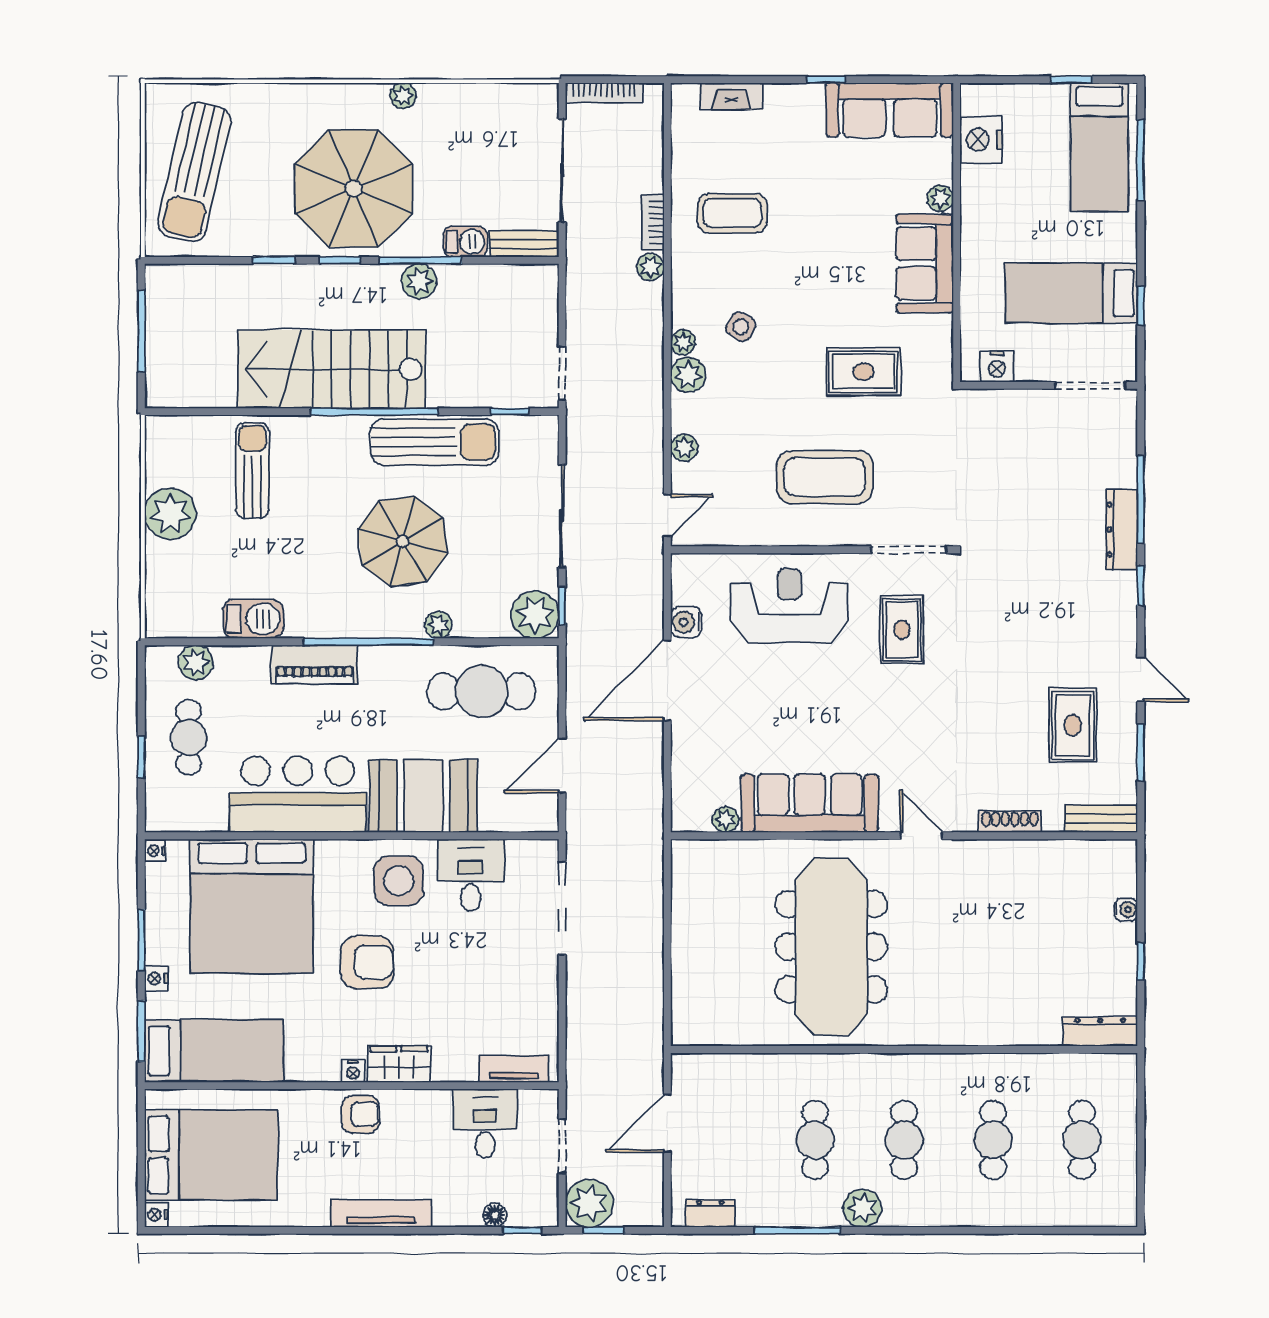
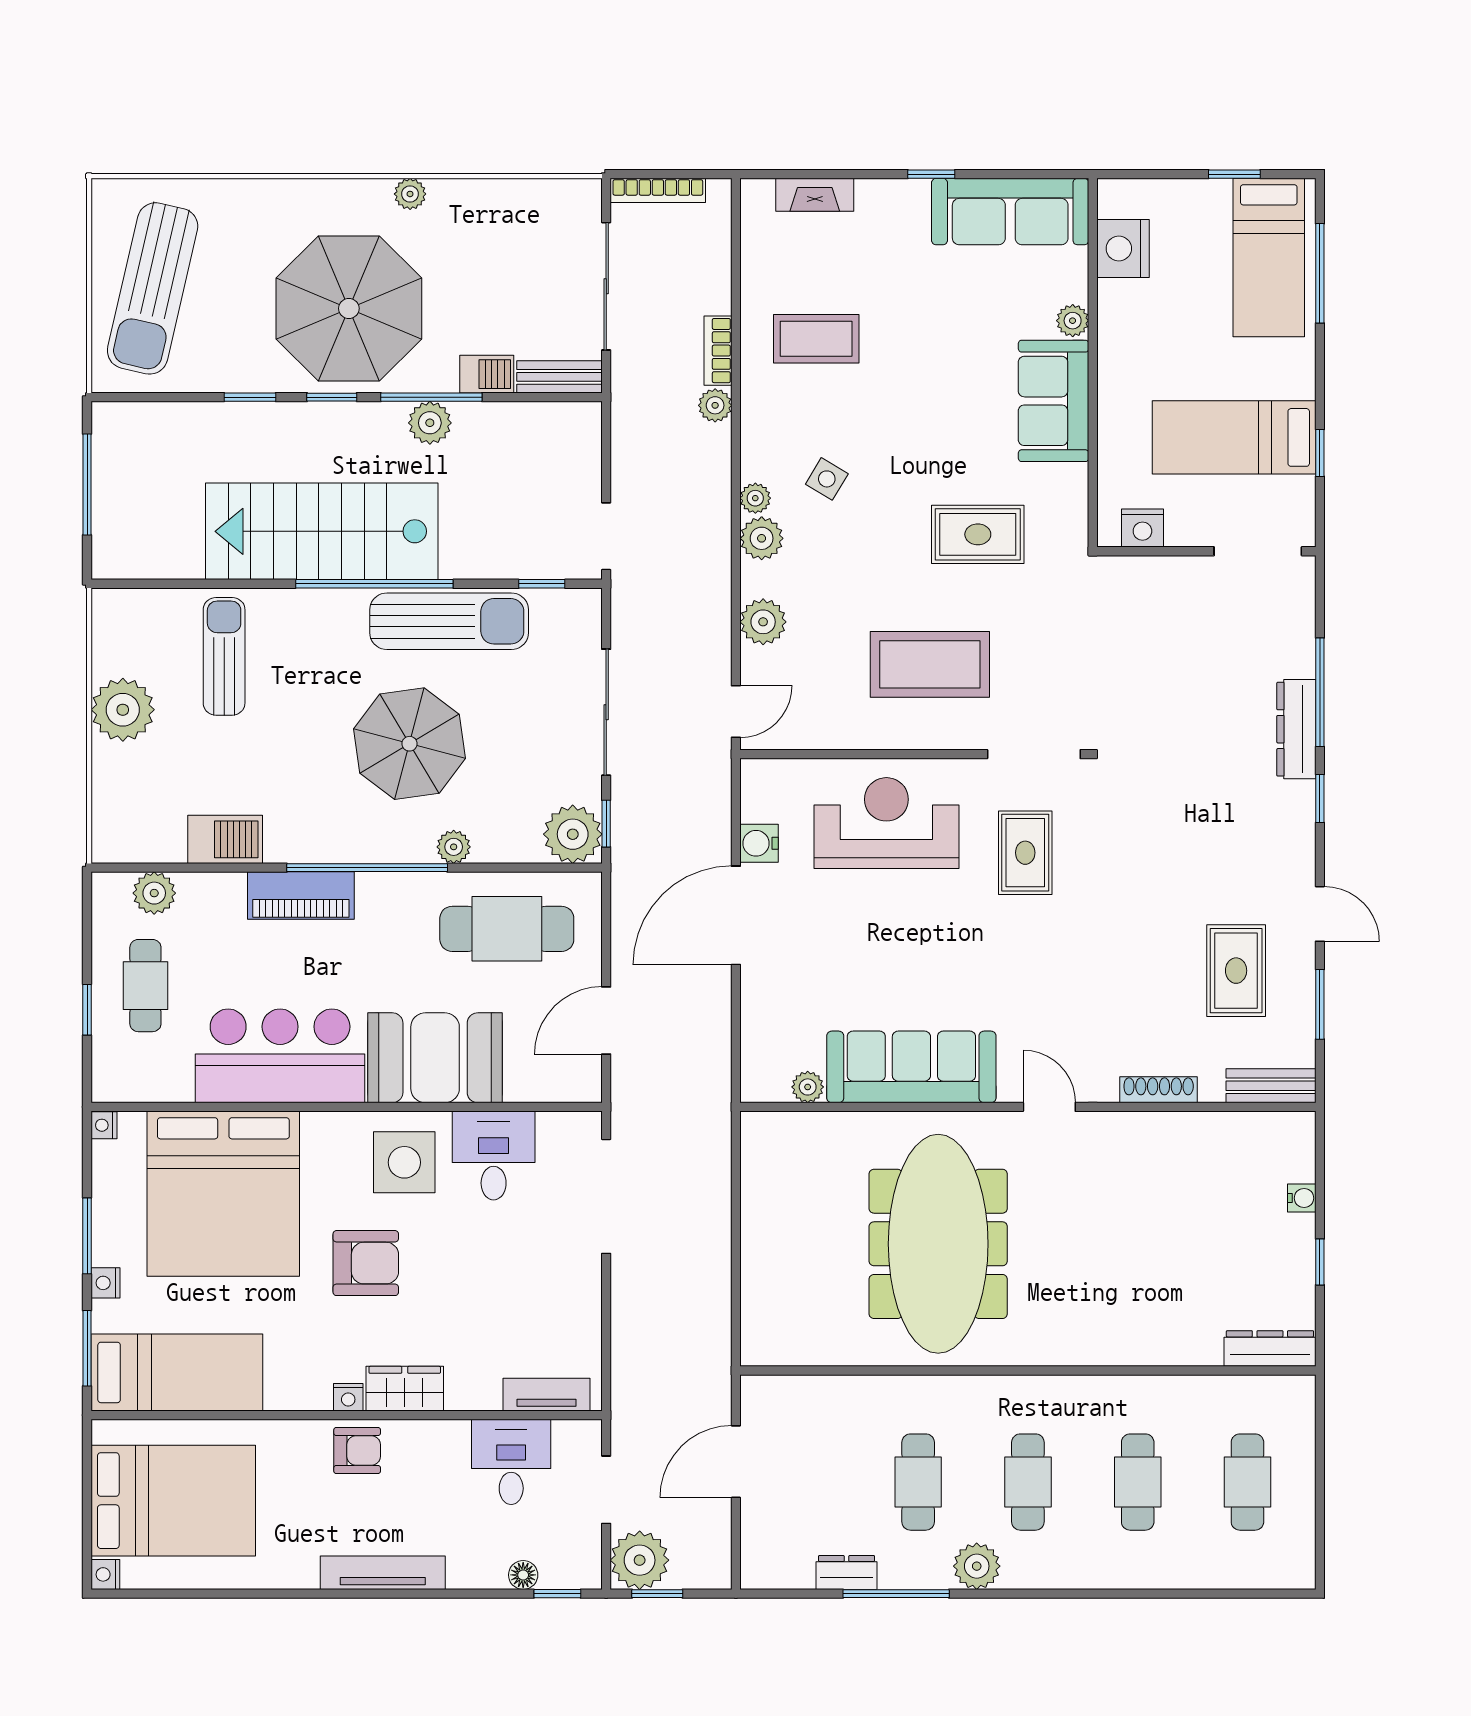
plant: (684, 448) -> (763, 622), width x1.38, depth x1.38
dresser: (710, 1213) -> (847, 1572), moved

